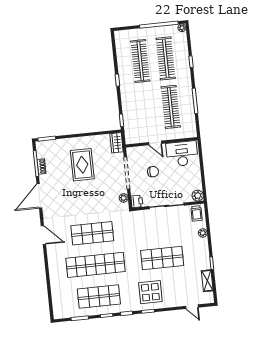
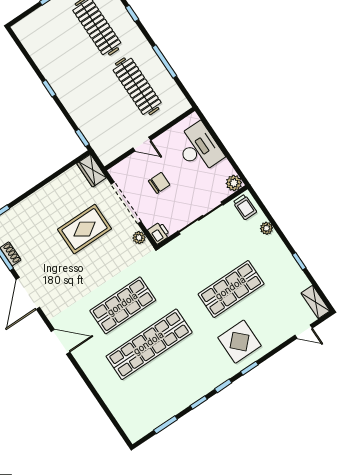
clothes rail: (140, 61) -> (66, 48), removed
desk: (182, 154) -> (199, 148), moved, turned 90
rug: (82, 165) -> (85, 229), moved, turned 90
shelving: (207, 281) -> (315, 302), moved
shop shelf: (99, 297) -> (175, 383), removed

